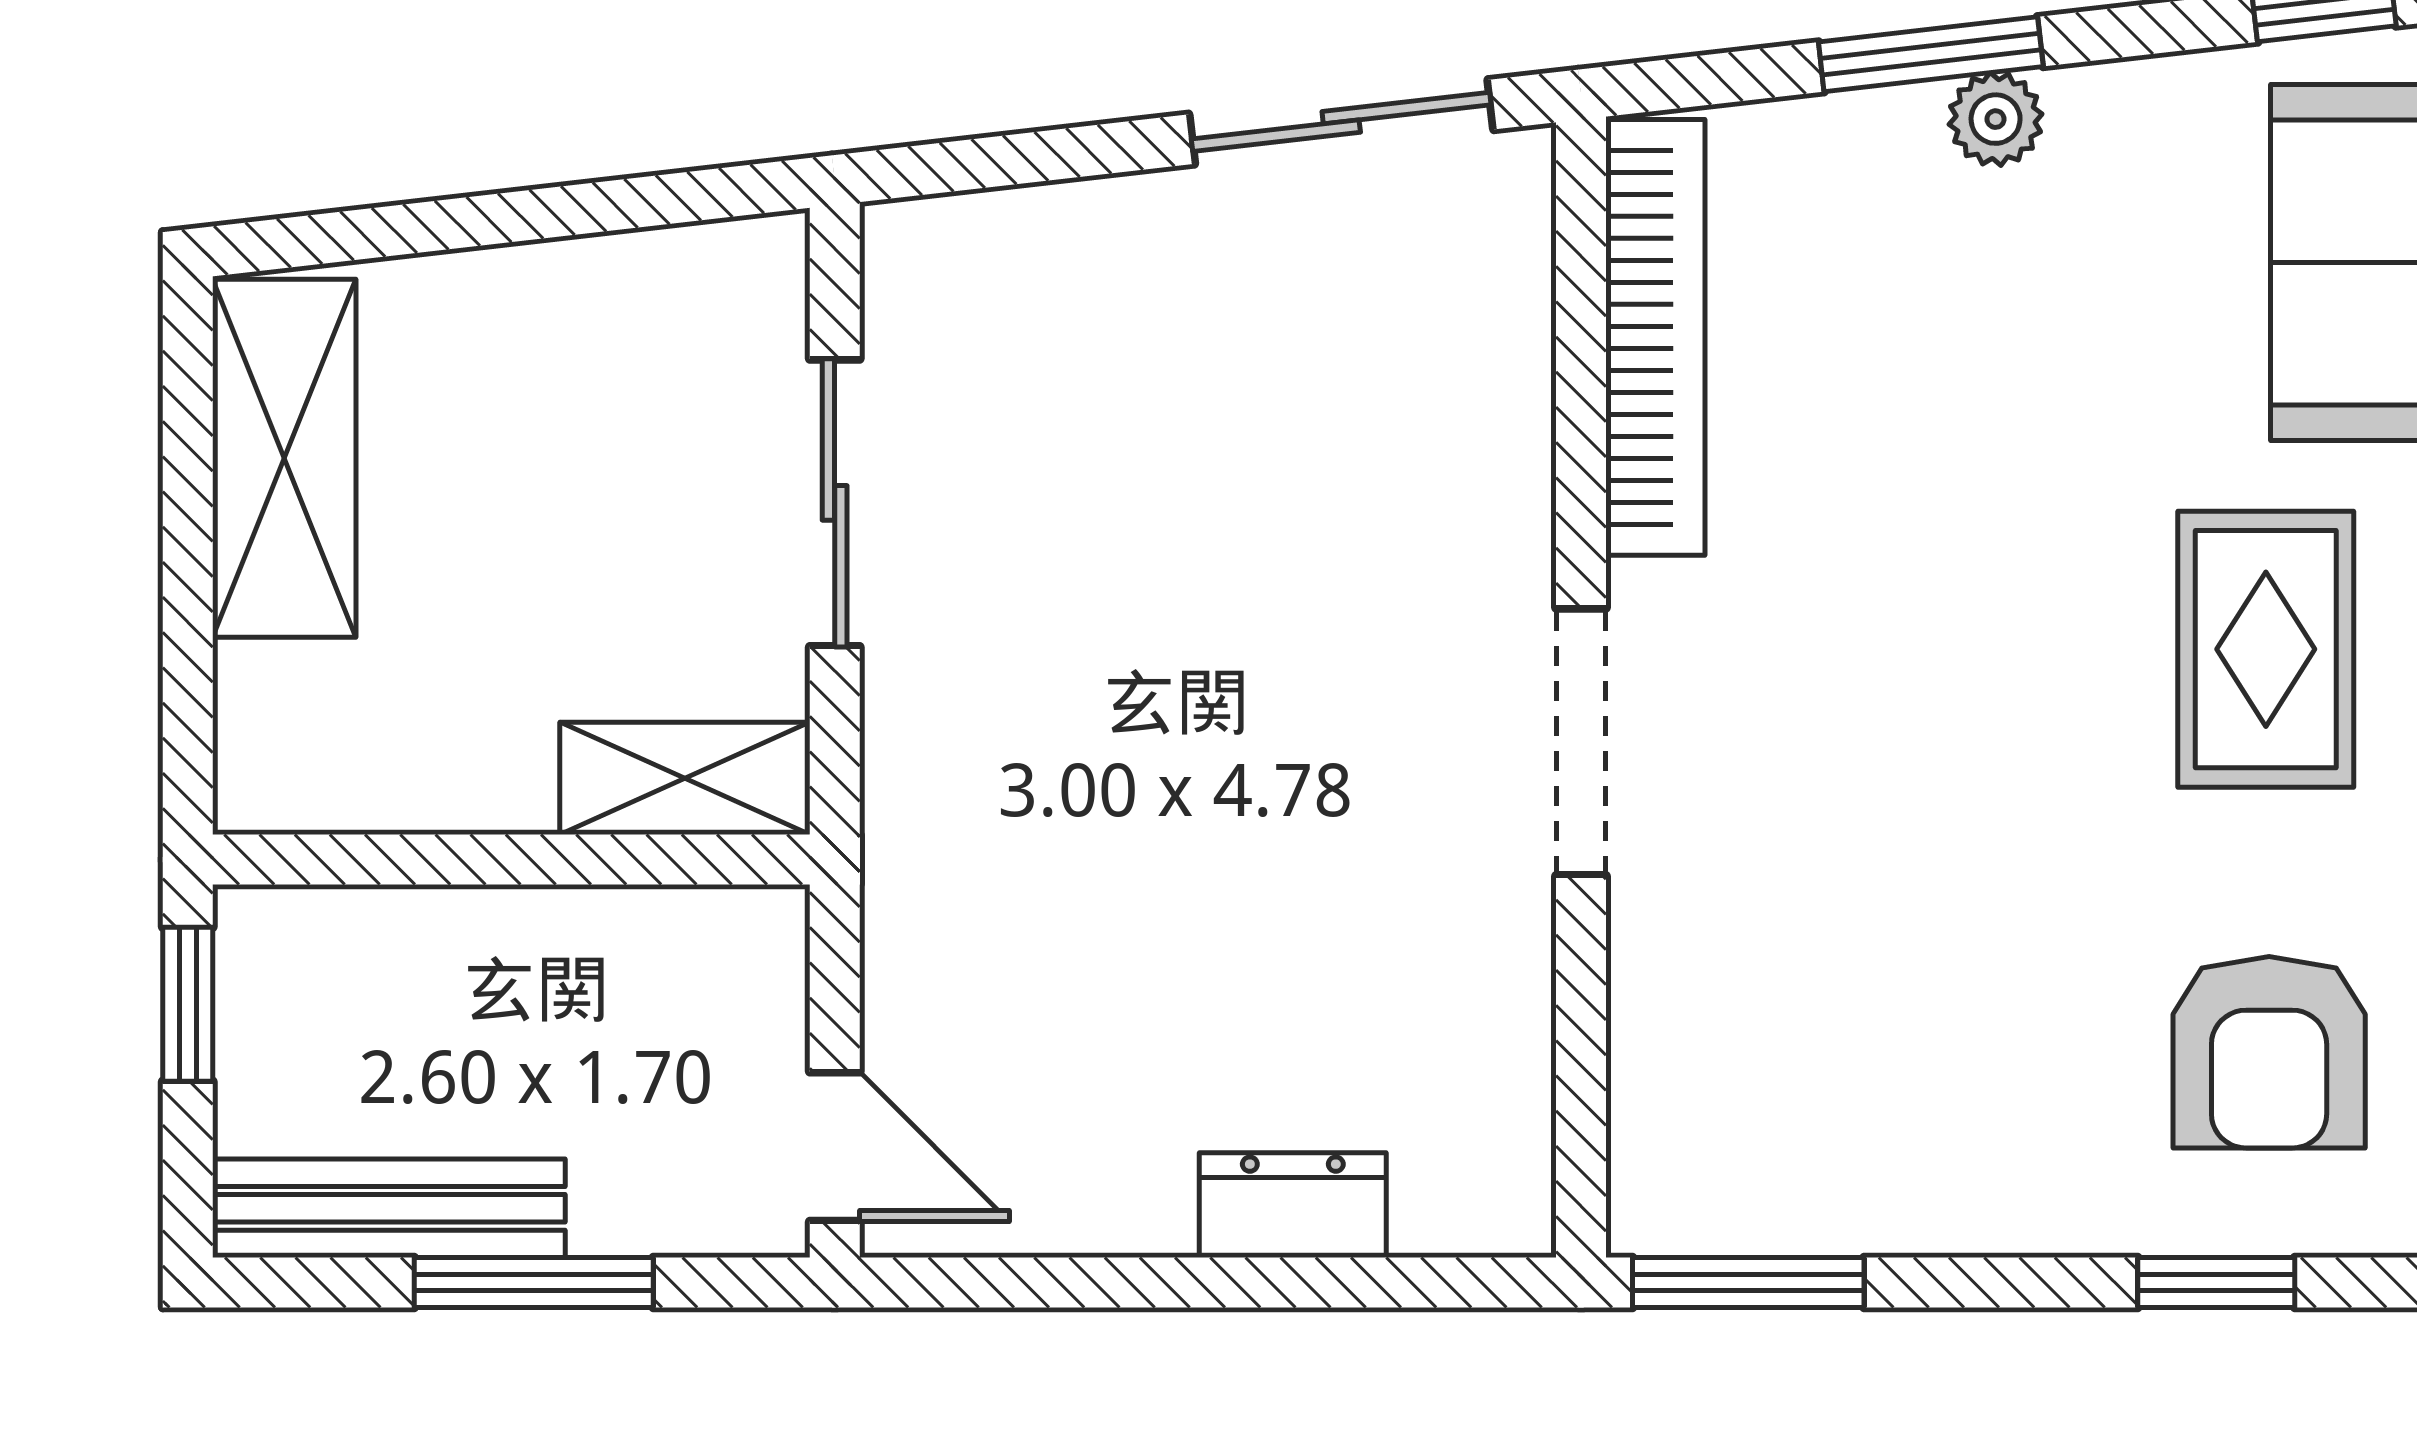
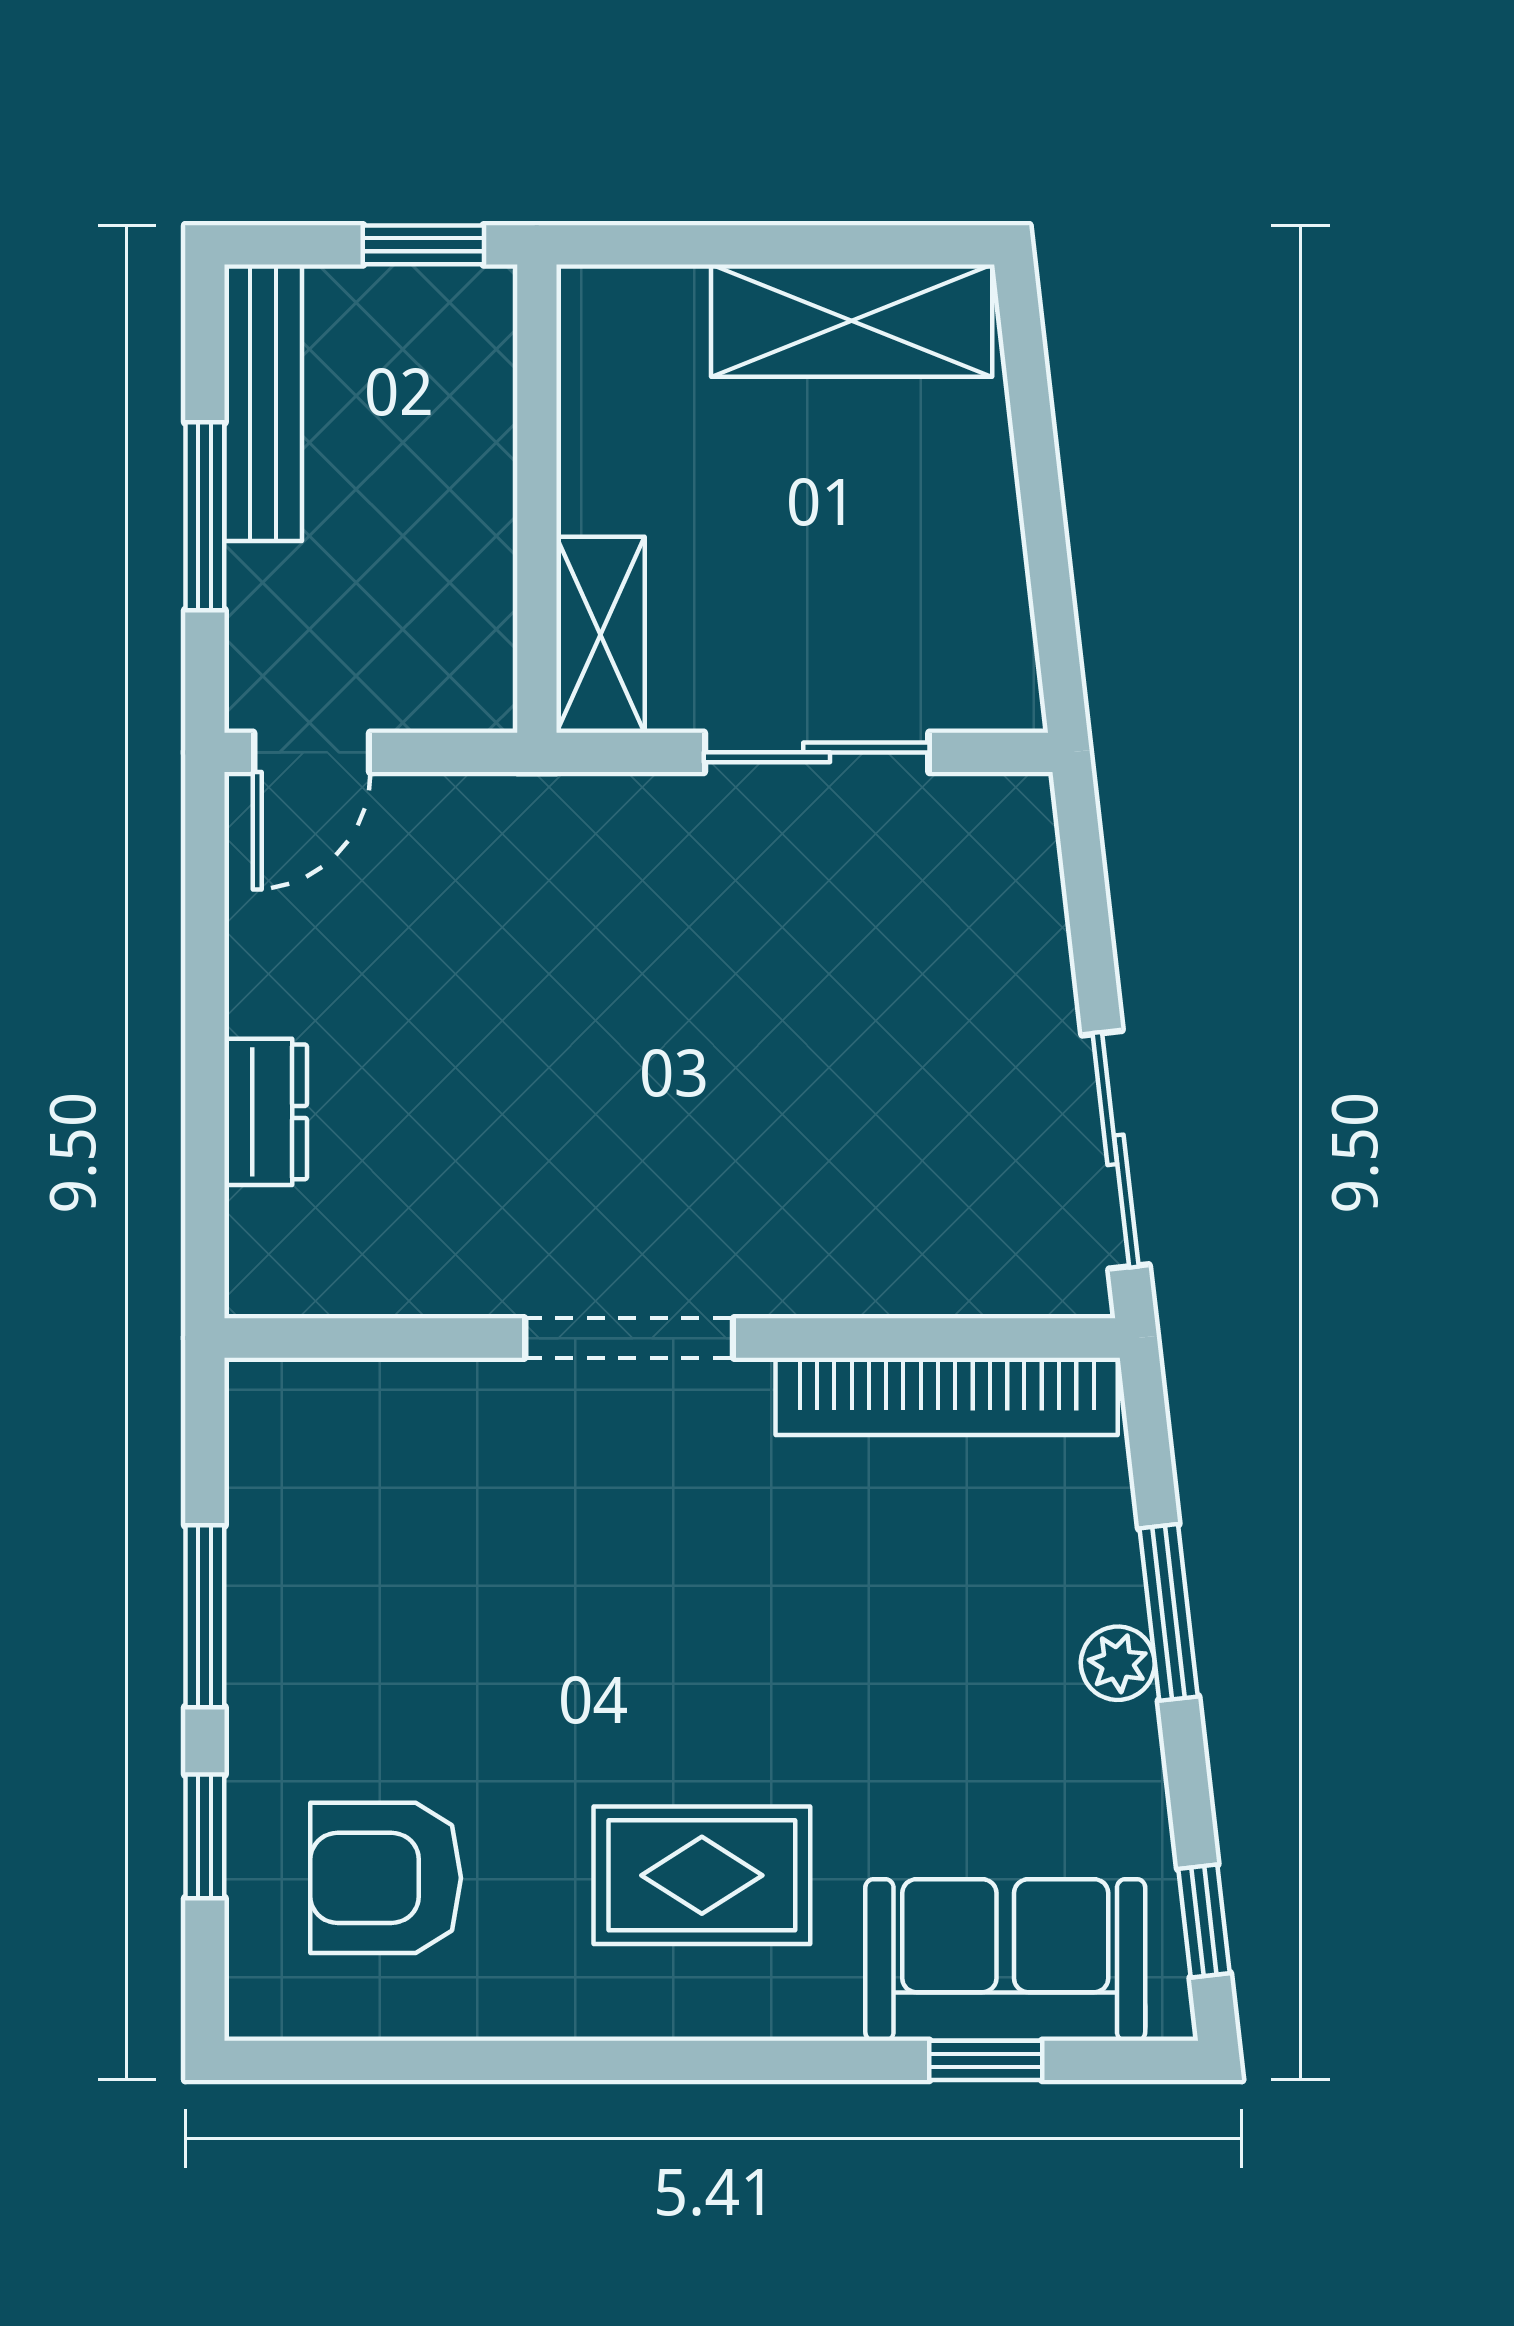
window: (1748, 1283) -> (205, 1616), moved

